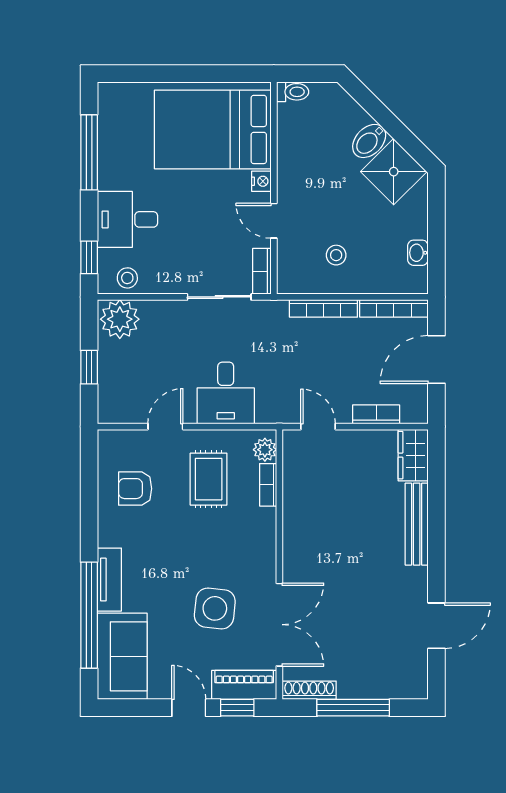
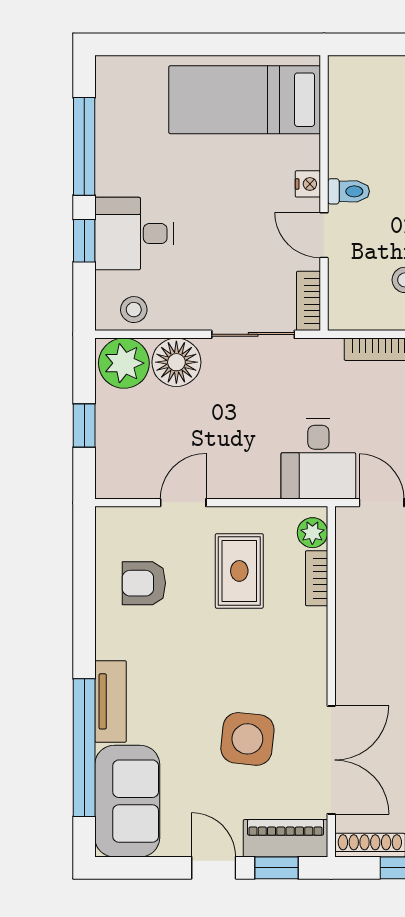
toilet: (293, 92) -> (348, 191), moved
bed: (213, 129) -> (245, 100), width x0.67
window: (89, 257) -> (84, 241), moved
floor lamp: (160, 318) -> (176, 362), added
desk: (226, 393) -> (318, 459), moved

